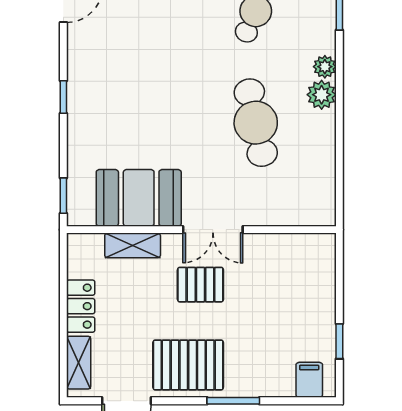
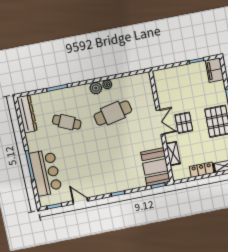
plant: (325, 67) -> (107, 84), moved
booth: (139, 198) -> (155, 167), moved
filing cabinet: (309, 380) -> (215, 70), width x2.00

